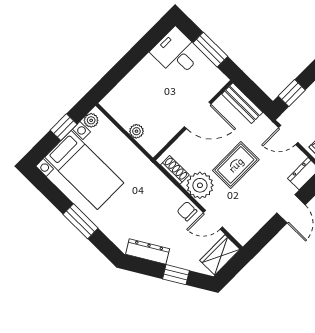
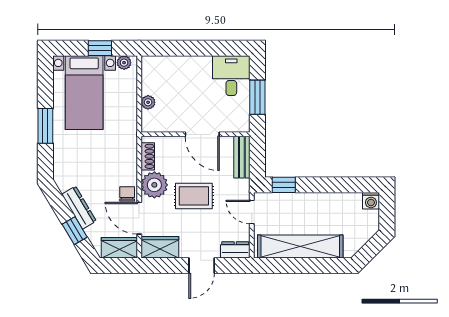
door: (213, 220) -> (139, 218), width x1.37
wardrobe: (248, 226) -> (160, 247), added
dresser: (148, 251) -> (79, 208), moved

